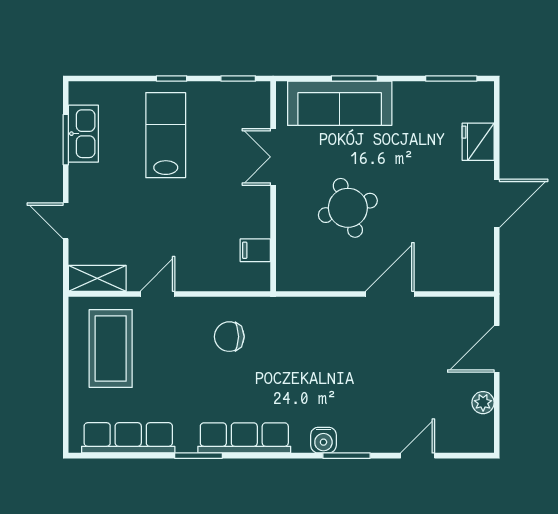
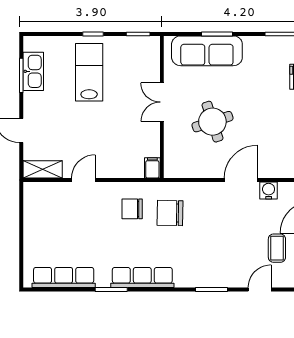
double door: (273, 157) -> (162, 102), moved
filing cabinet: (255, 250) -> (152, 168), moved, turned 90
chair: (285, 343) -> (170, 213), added
coffee table: (111, 348) -> (277, 248), moved, width x0.54, depth x0.58
water cooler: (323, 440) -> (269, 191), moved, turned 180

